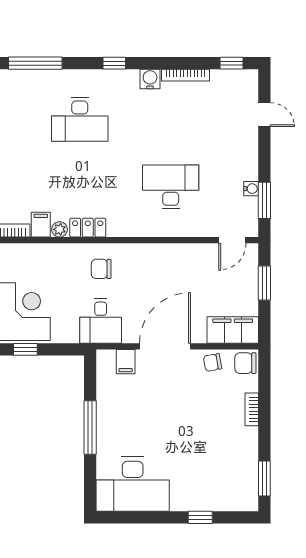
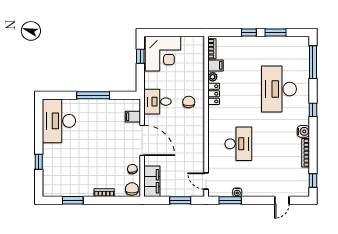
desk: (80, 119) -> (279, 89), width x1.36, depth x1.30
window: (264, 478) -> (73, 200), moved

